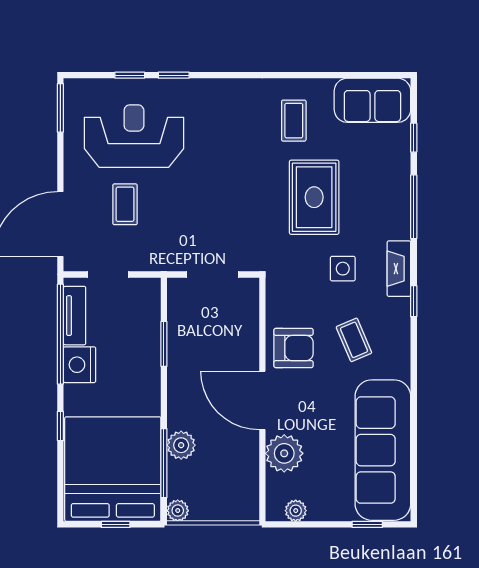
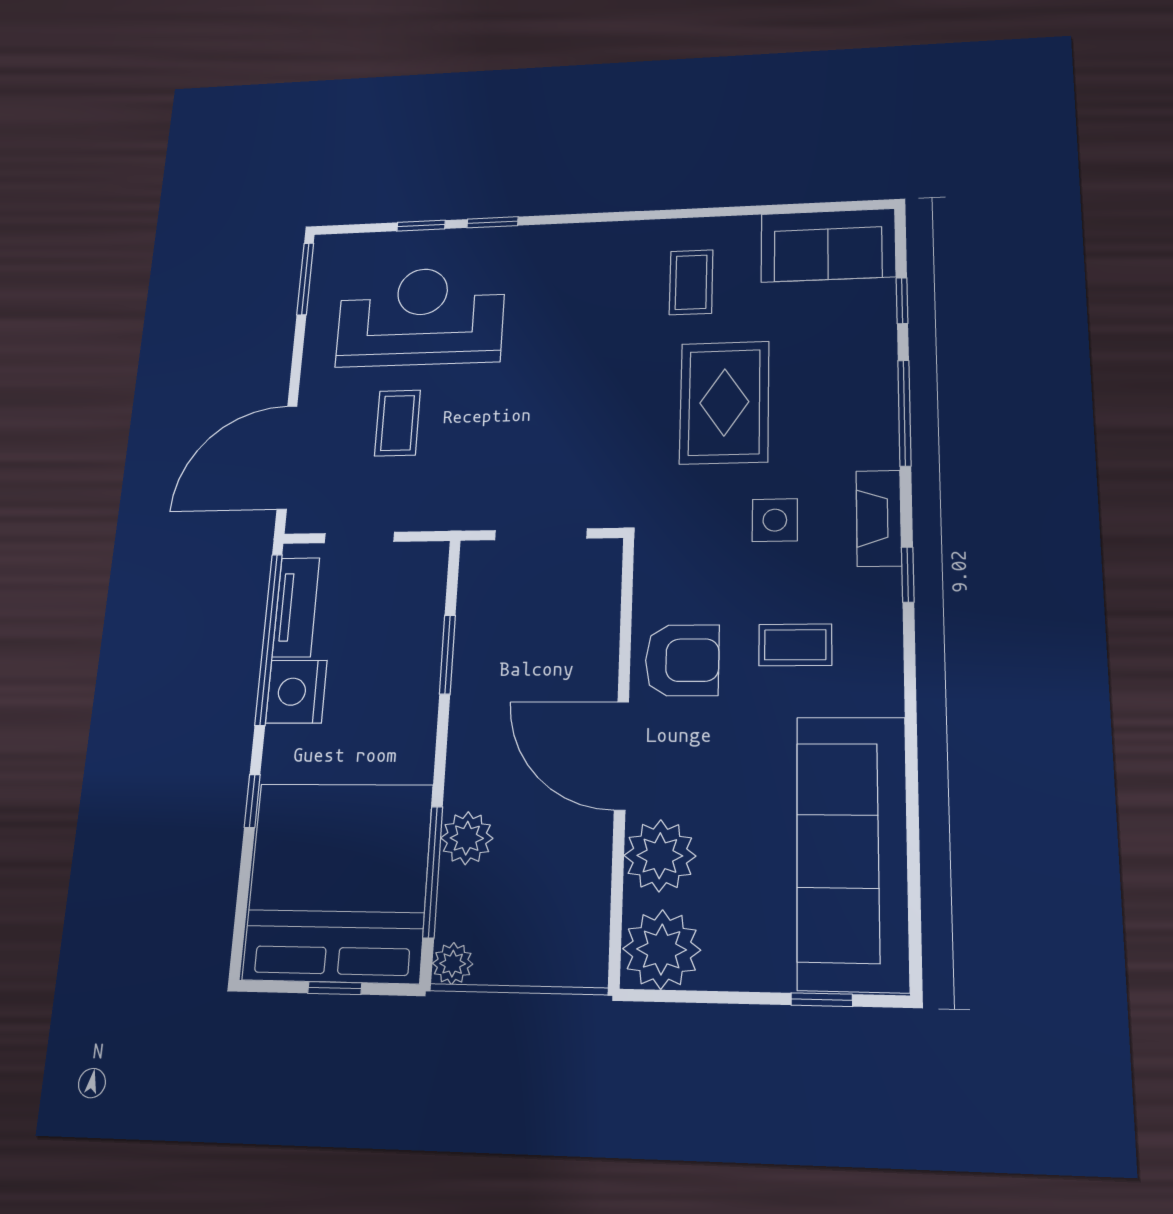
coffee table: (354, 340) -> (795, 645), turned -67
plant: (296, 511) -> (662, 949), width x1.87, depth x1.87

